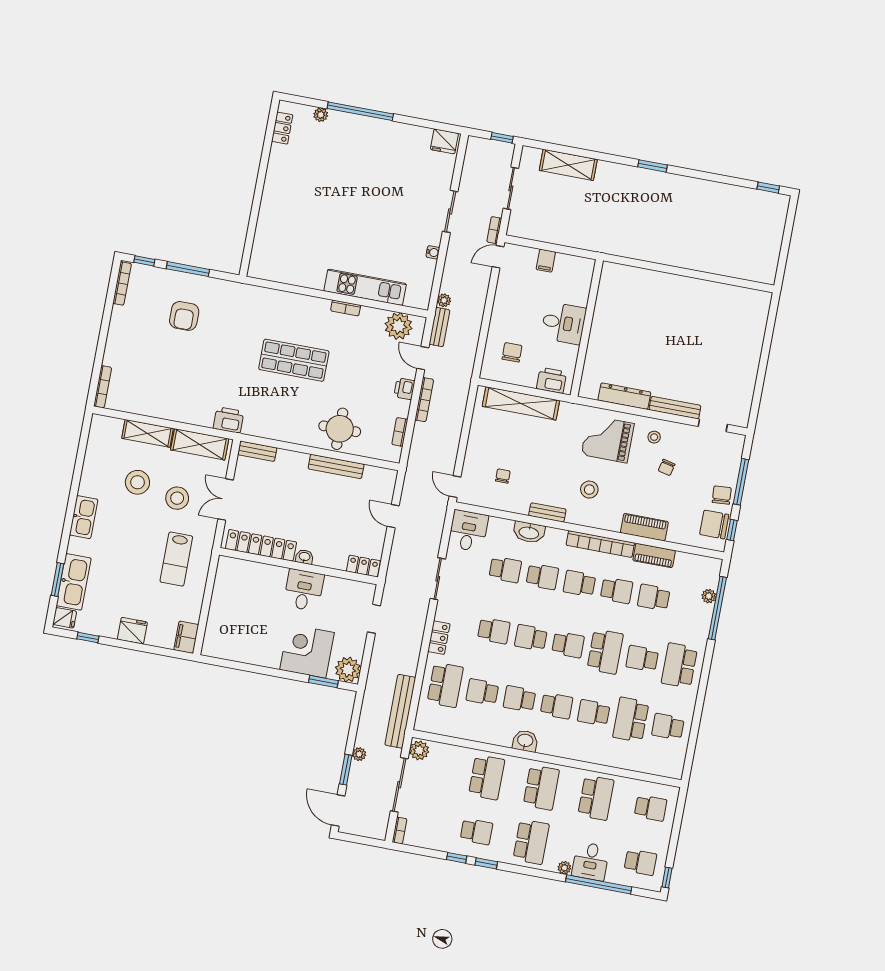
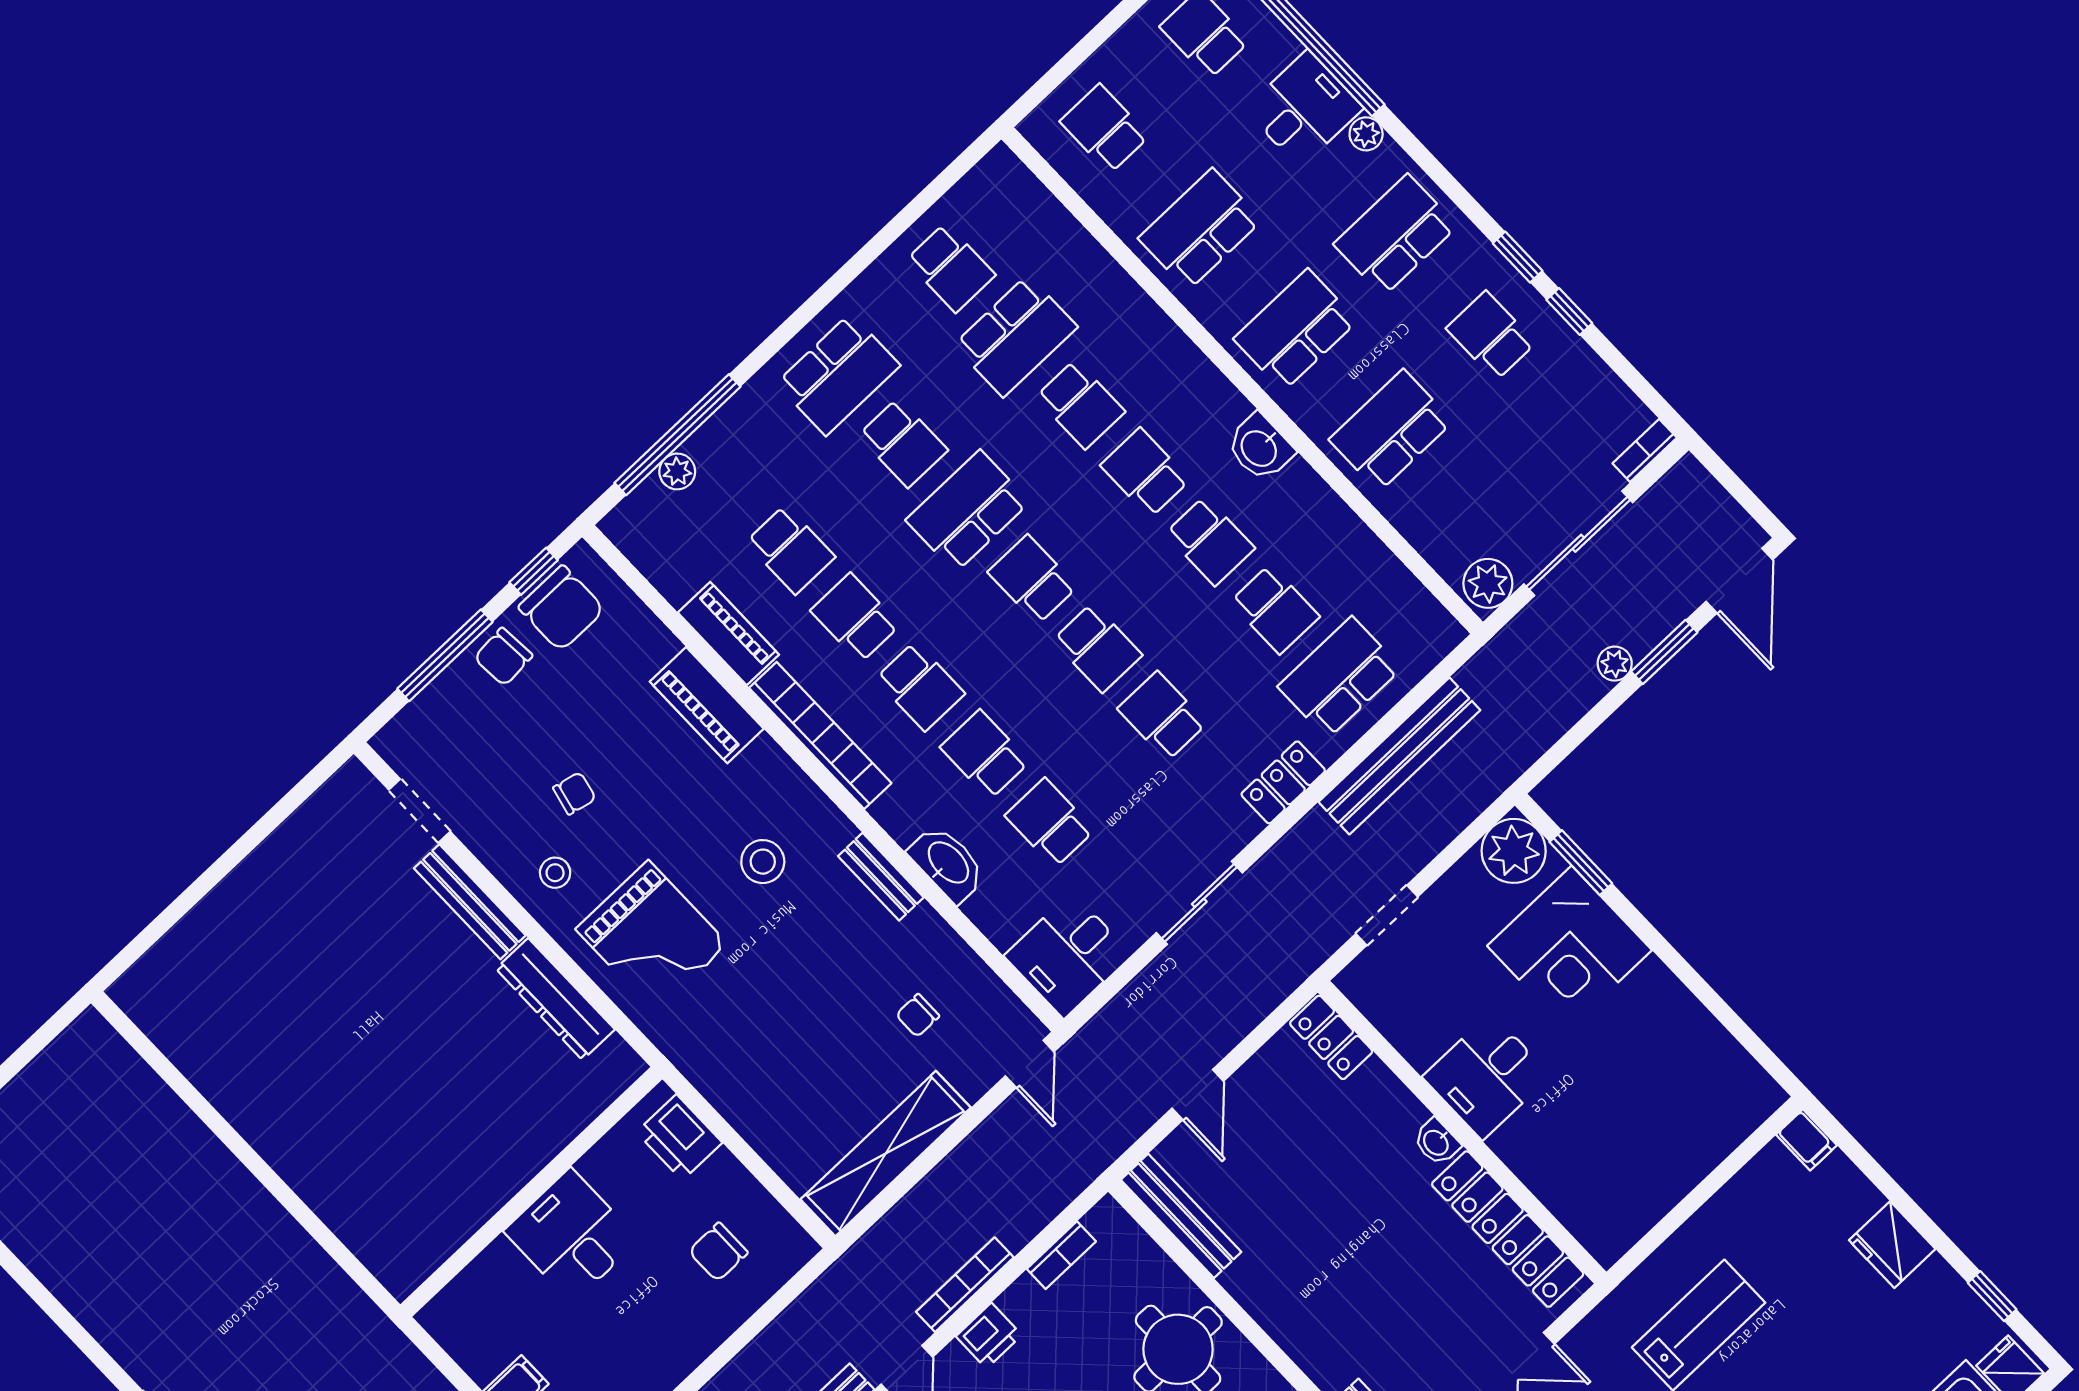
shelving: (521, 403) -> (886, 1154), moved, turned 90
bench: (336, 466) -> (1181, 1216), moved
filing cabinet: (186, 637) -> (1806, 1140), width x0.50
bench: (400, 711) -> (1399, 756), moved

